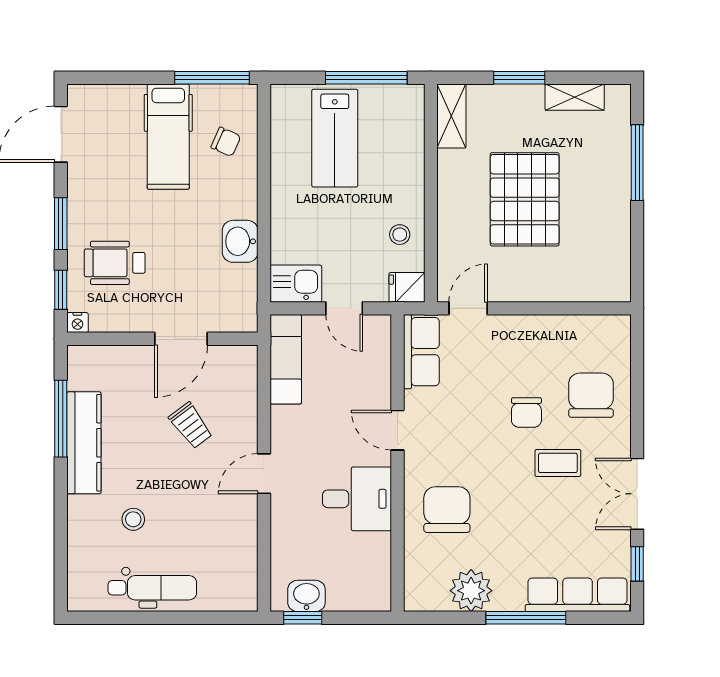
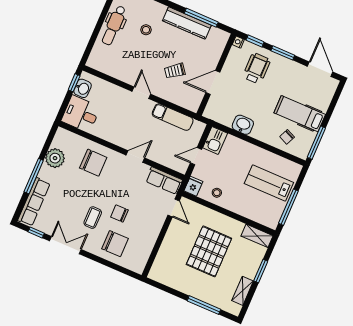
pallet: (525, 199) -> (209, 251), turned 90
door: (181, 339) -> (213, 82), hinge flipped
exam couch: (286, 359) -> (173, 117), moved
desk: (357, 499) -> (81, 114), moved, turned 90

